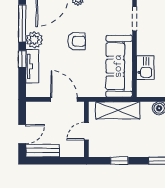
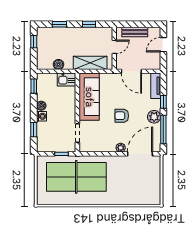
tv unit: (32, 66) -> (156, 86), moved
kitchen sink: (145, 68) -> (67, 79), moved, turned -90
bench: (43, 151) -> (135, 32), moved

